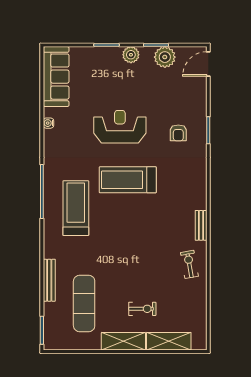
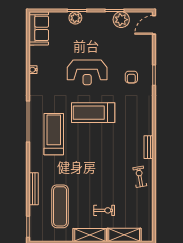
plant: (131, 55) -> (75, 18), moved
sofa: (56, 77) -> (39, 28), width x0.73
reception desk: (120, 127) -> (87, 72), turned 180

